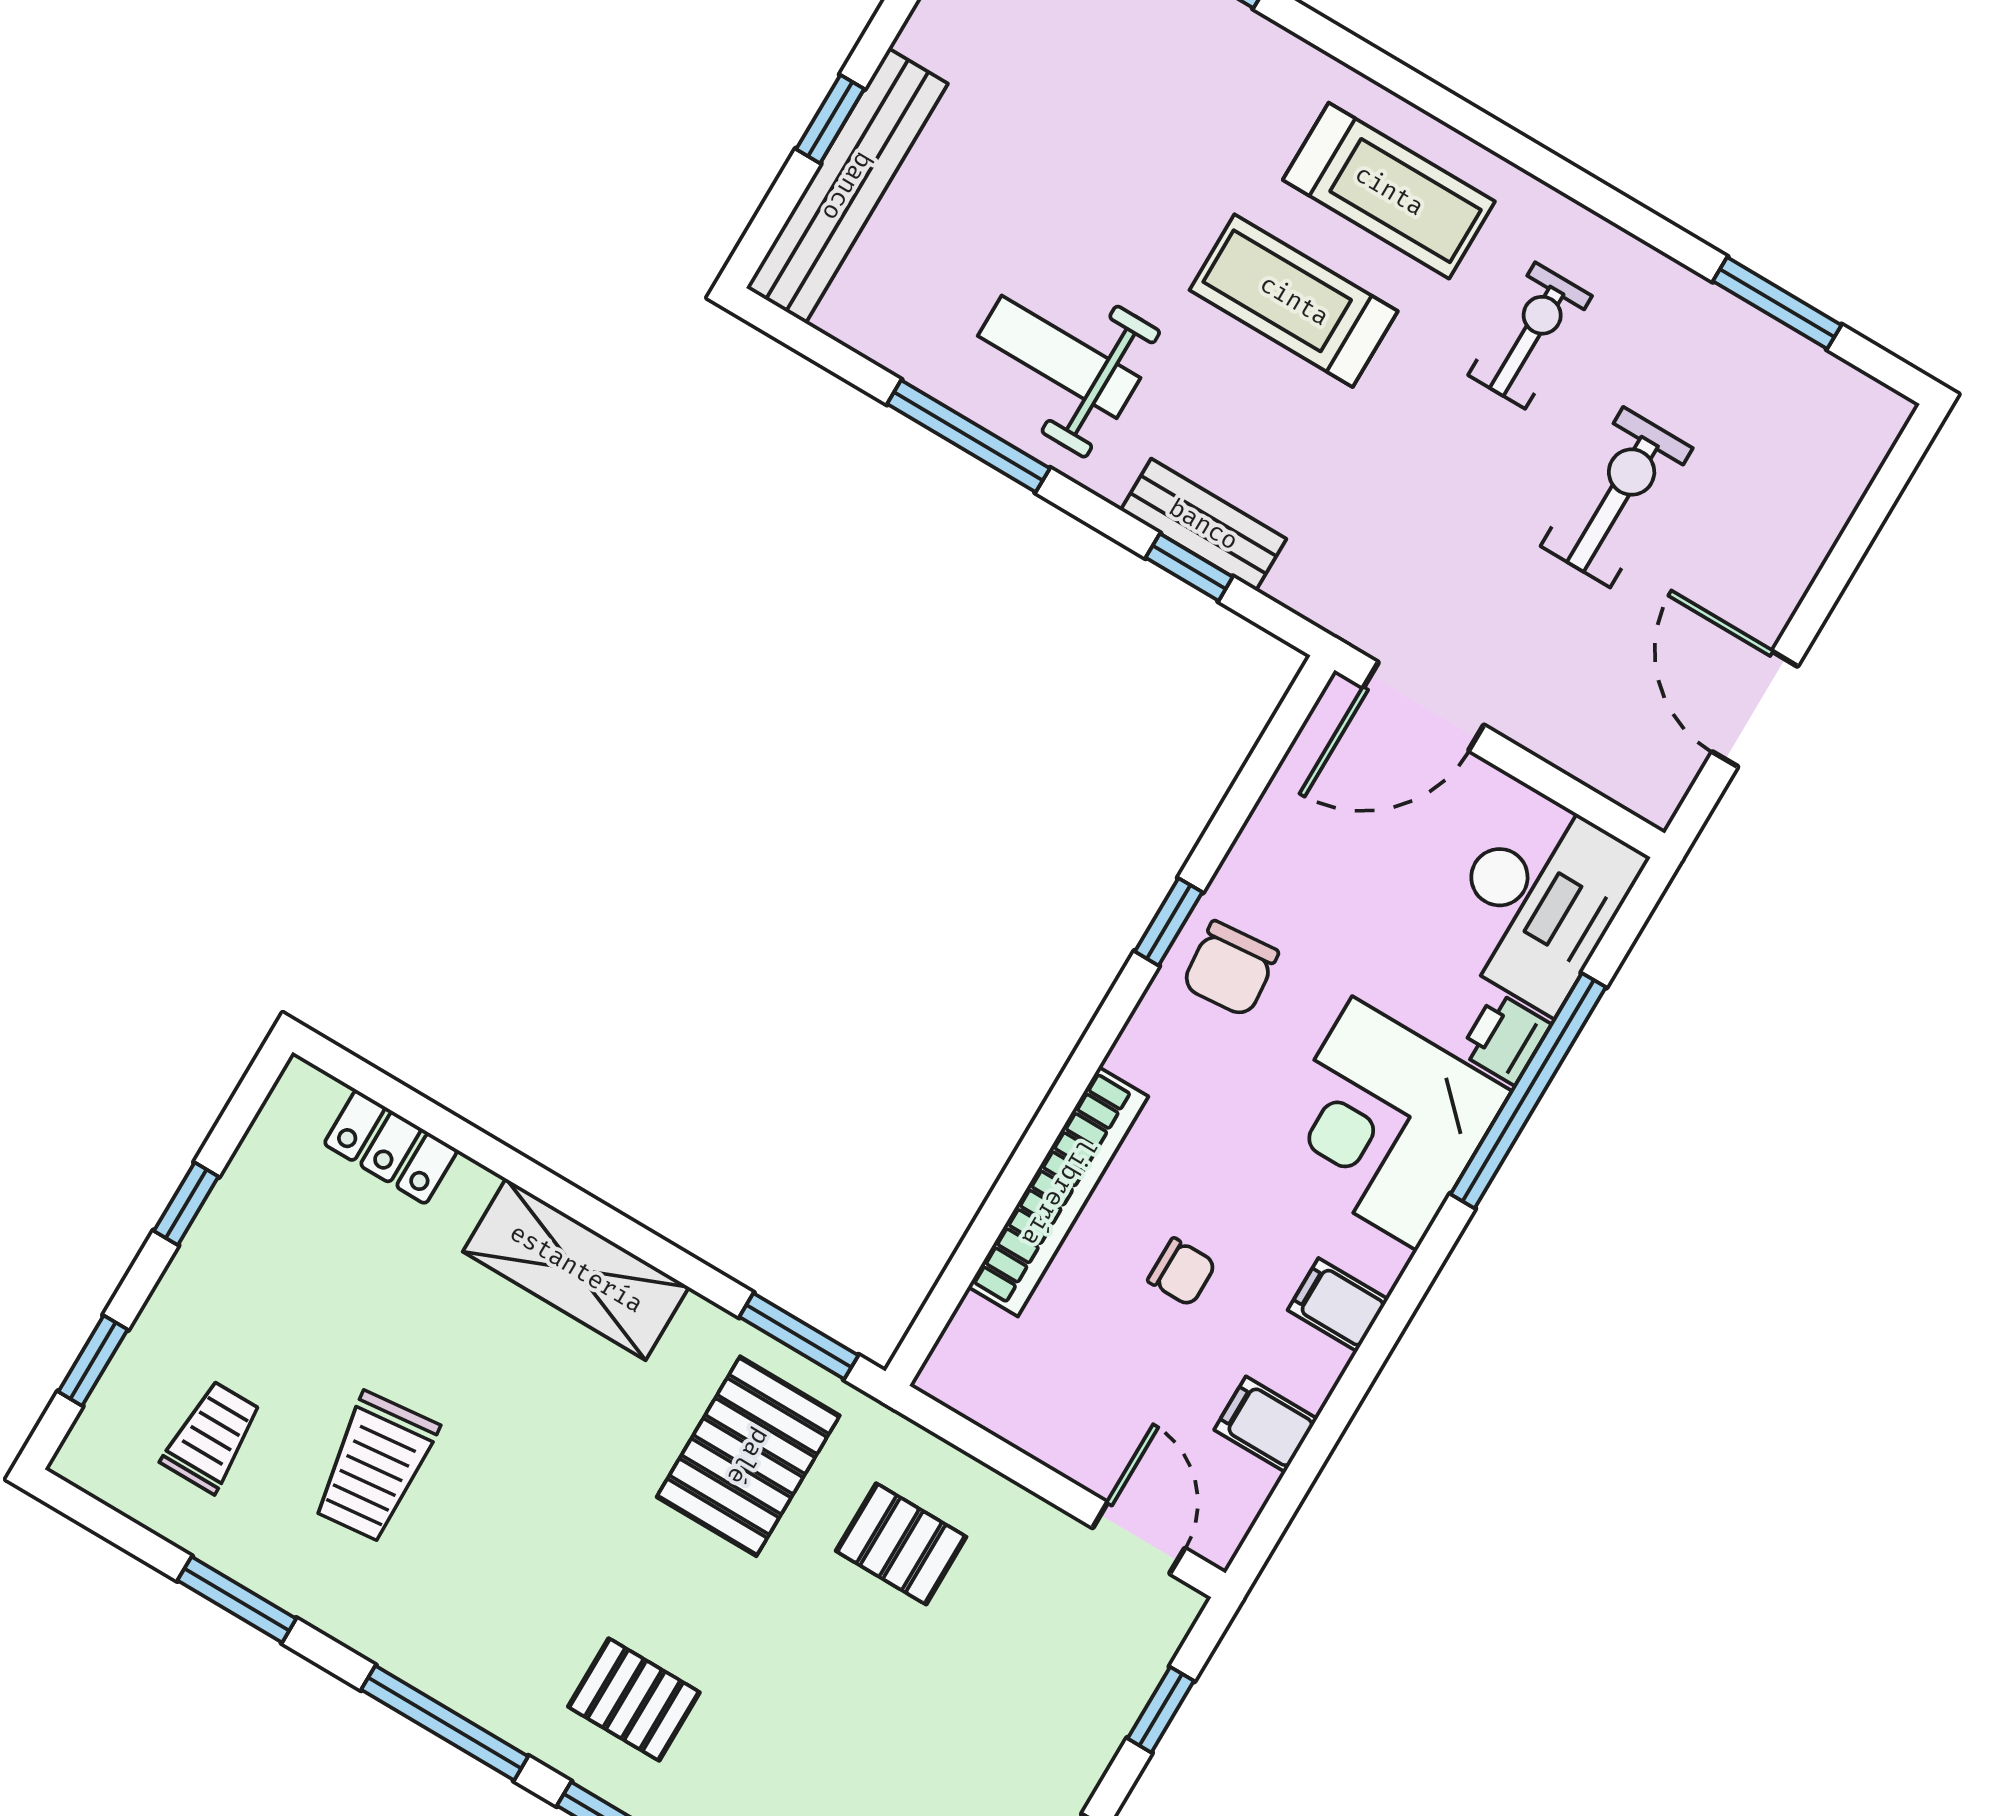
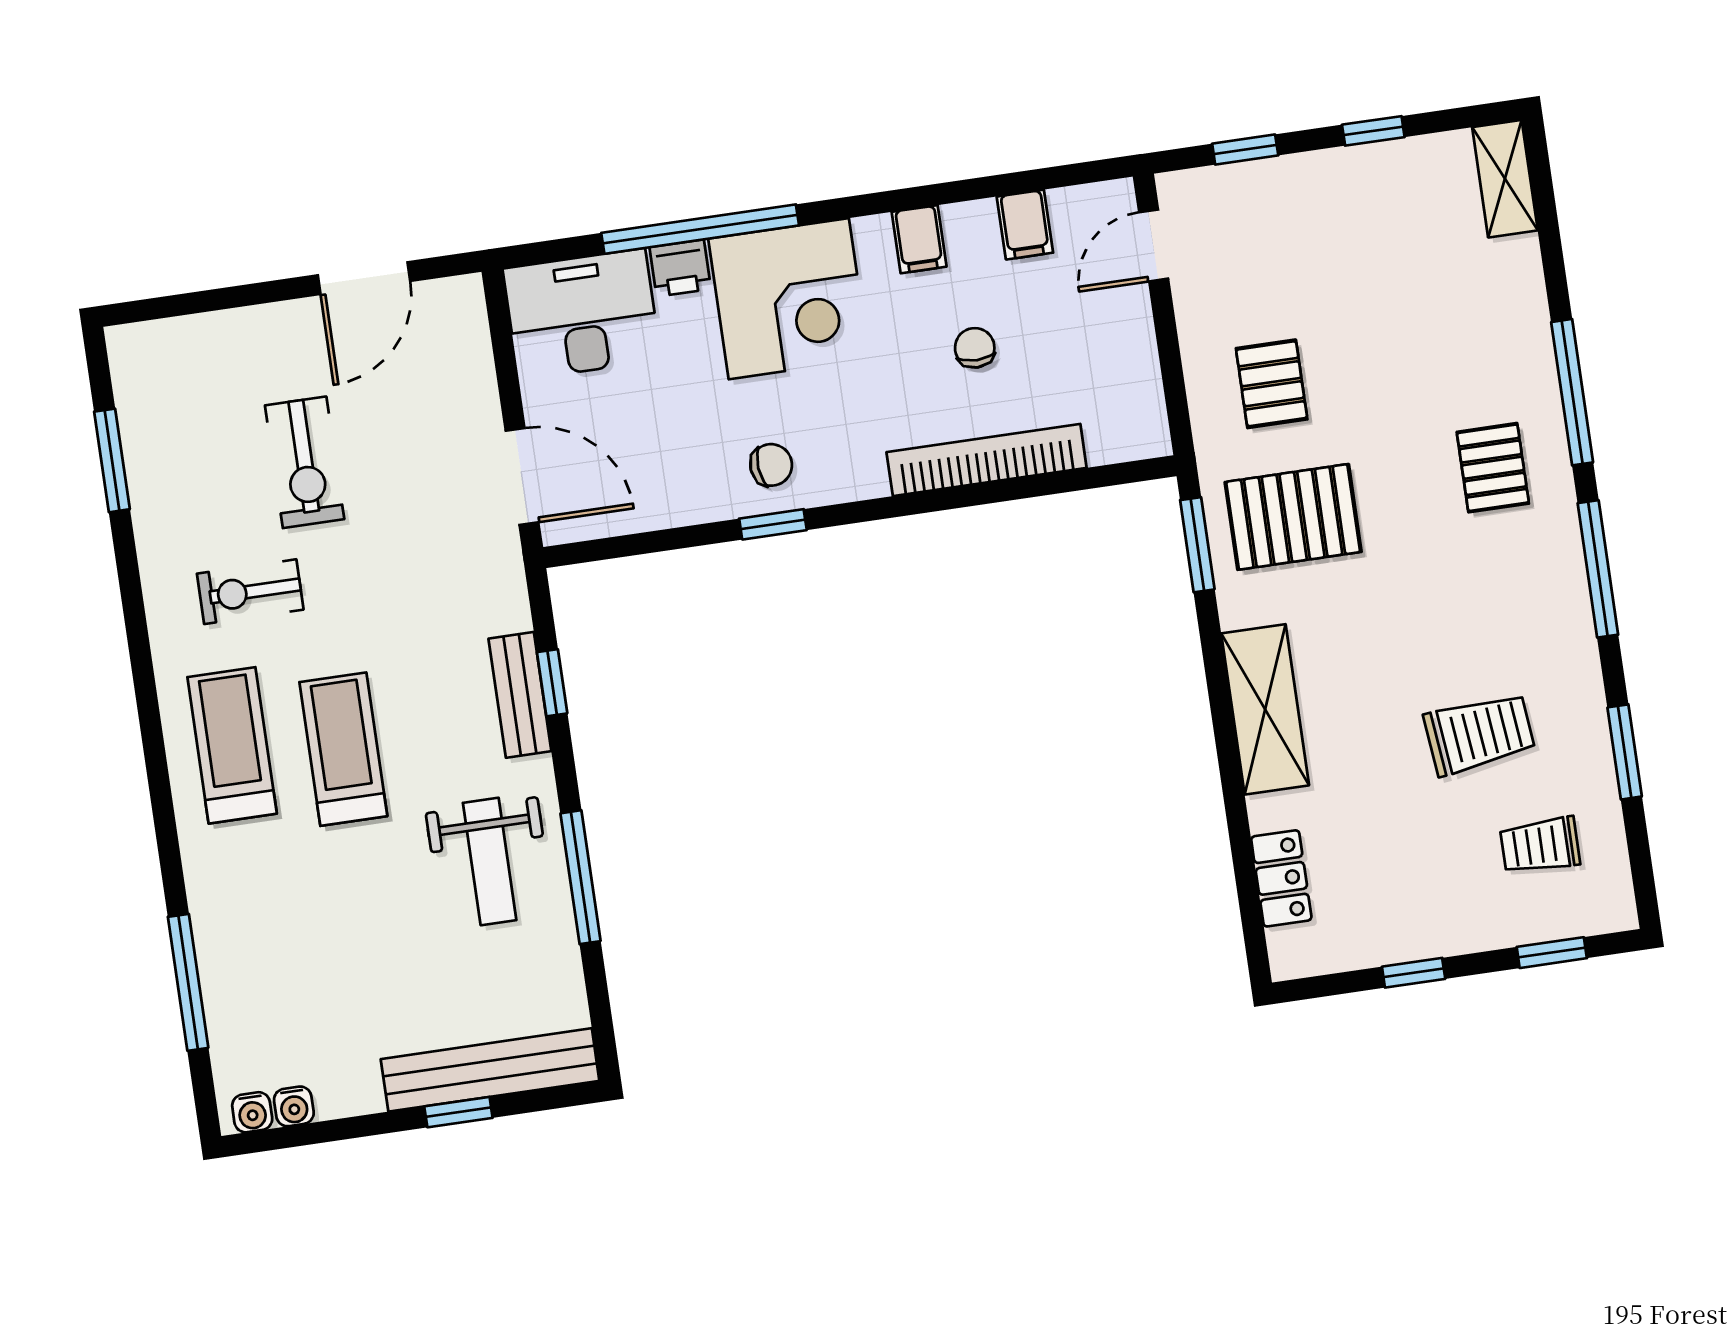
treadmill: (1294, 301) -> (343, 749), turned 180
exercise bike: (1617, 497) -> (305, 462), turned -90
chair: (1230, 969) -> (771, 465), width x0.73, depth x0.73

